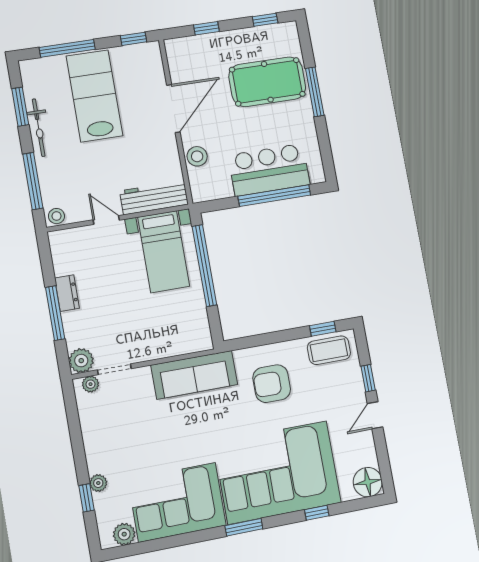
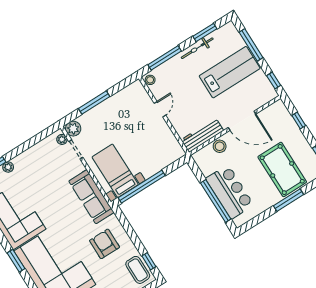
workbench: (154, 198) -> (202, 135), moved, turned -90
bed with nightstands: (164, 252) -> (115, 171), moved, turned 90
window: (204, 265) -> (142, 187), moved
dresser: (67, 293) -> (108, 104), removed

